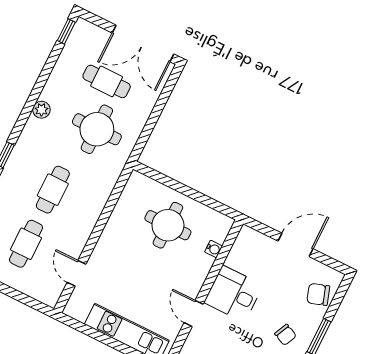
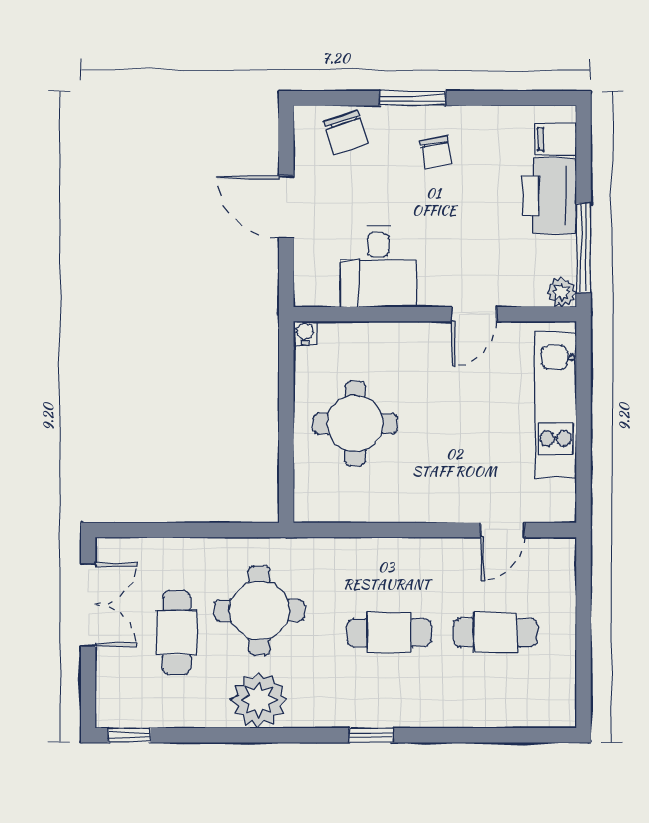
double door: (143, 43) -> (88, 605), width x0.73
plant: (41, 110) -> (259, 700), width x1.88, depth x1.88
water cooler: (213, 249) -> (305, 333), moved
desk: (233, 294) -> (378, 267), moved
chair: (286, 335) -> (436, 152), turned 145

